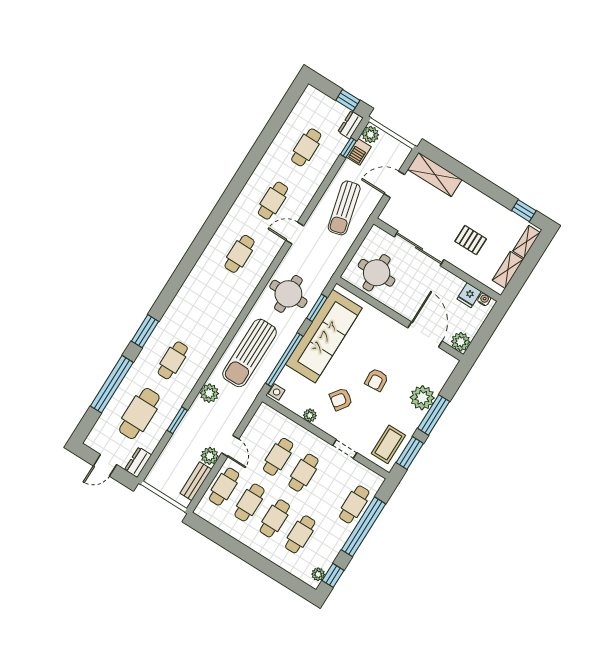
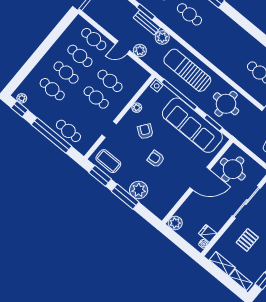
door: (425, 334) -> (200, 179), moved
plant: (210, 456) -> (140, 51), moved
bench: (196, 481) -> (147, 22), moved

